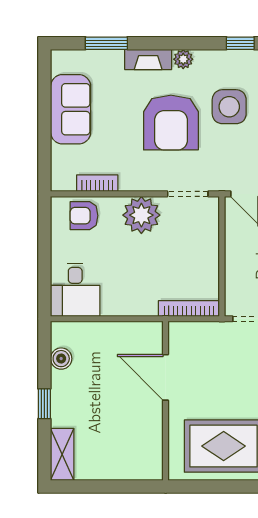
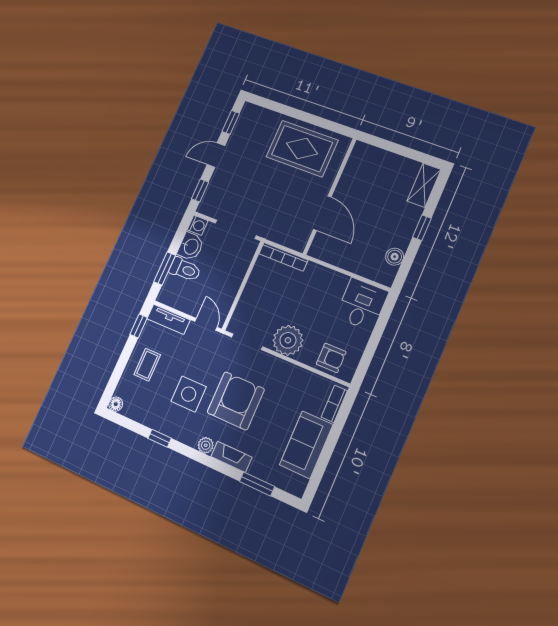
bookcase: (97, 183) -> (334, 404), moved, turned 90

